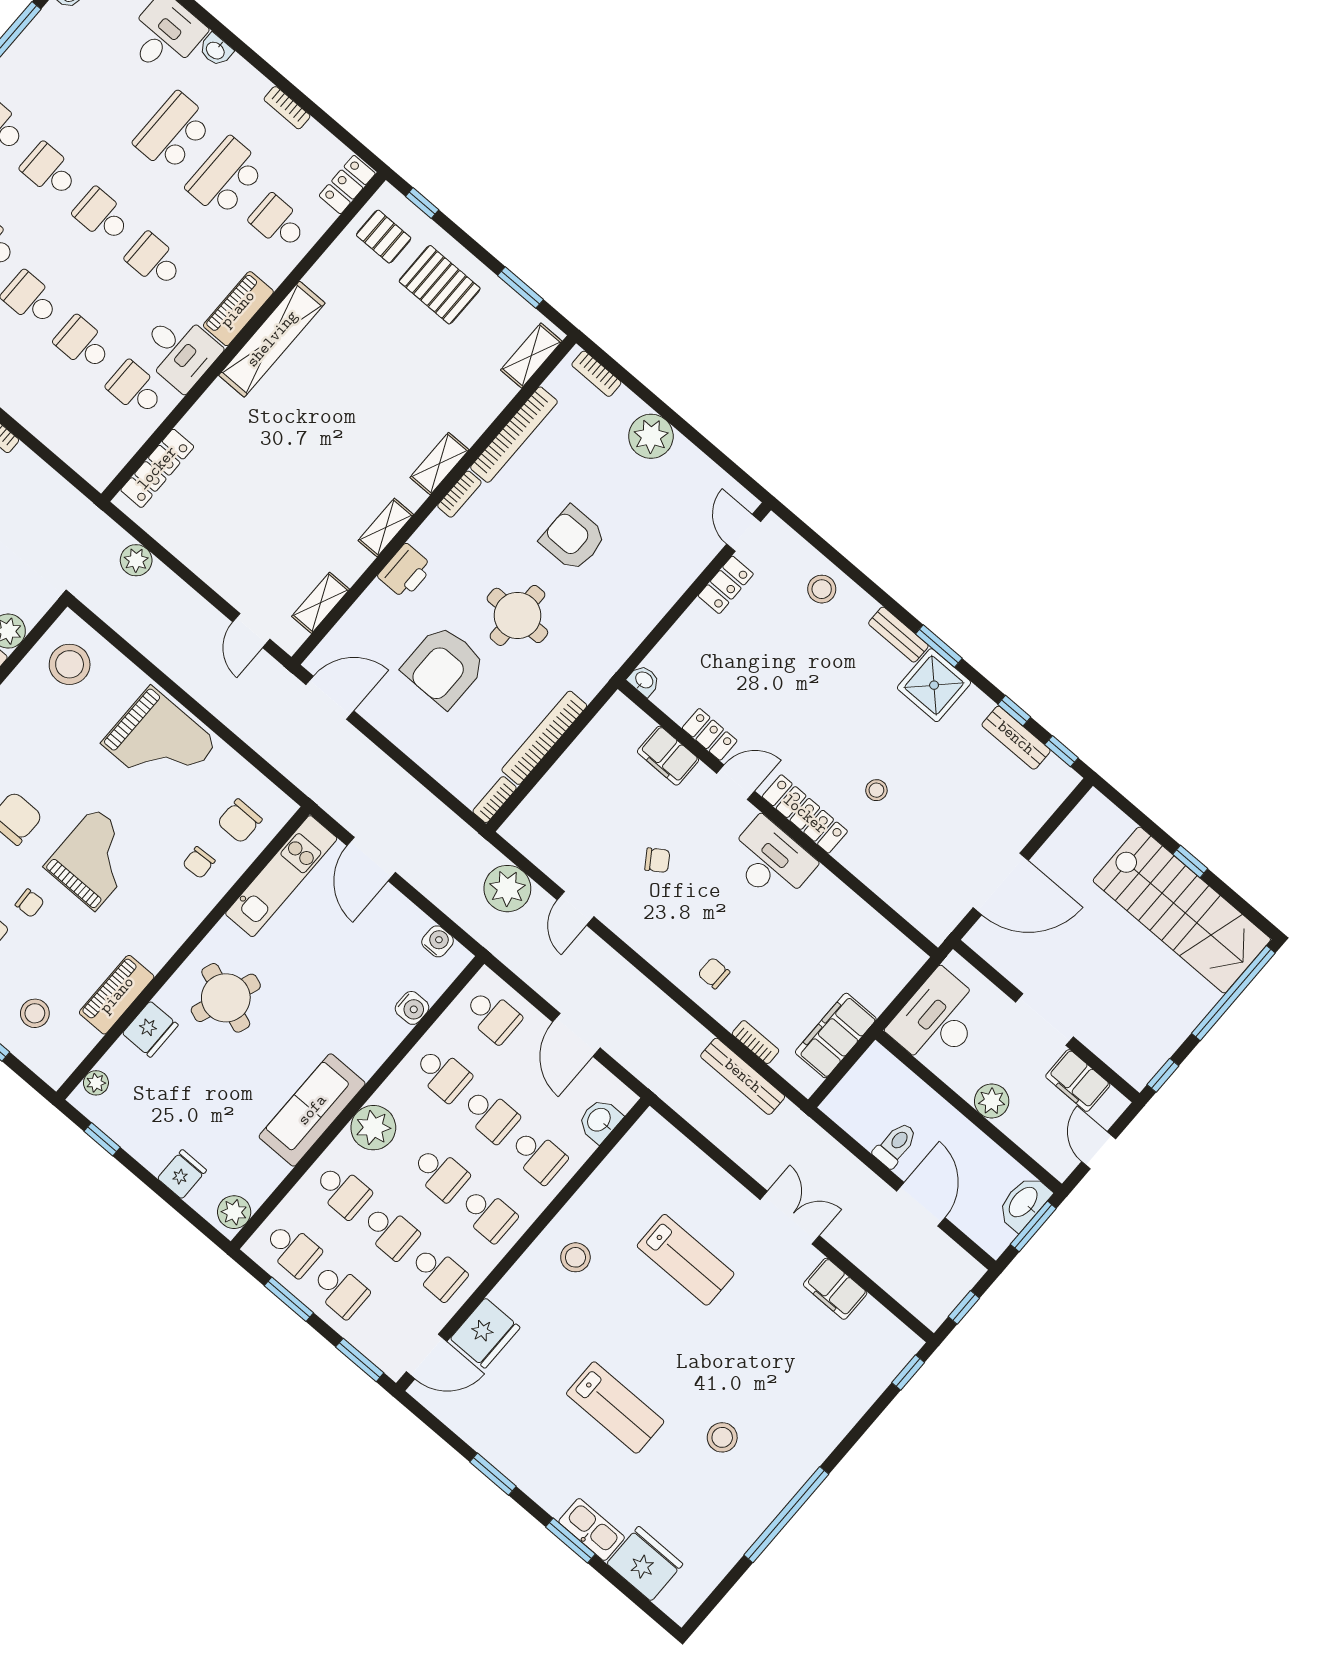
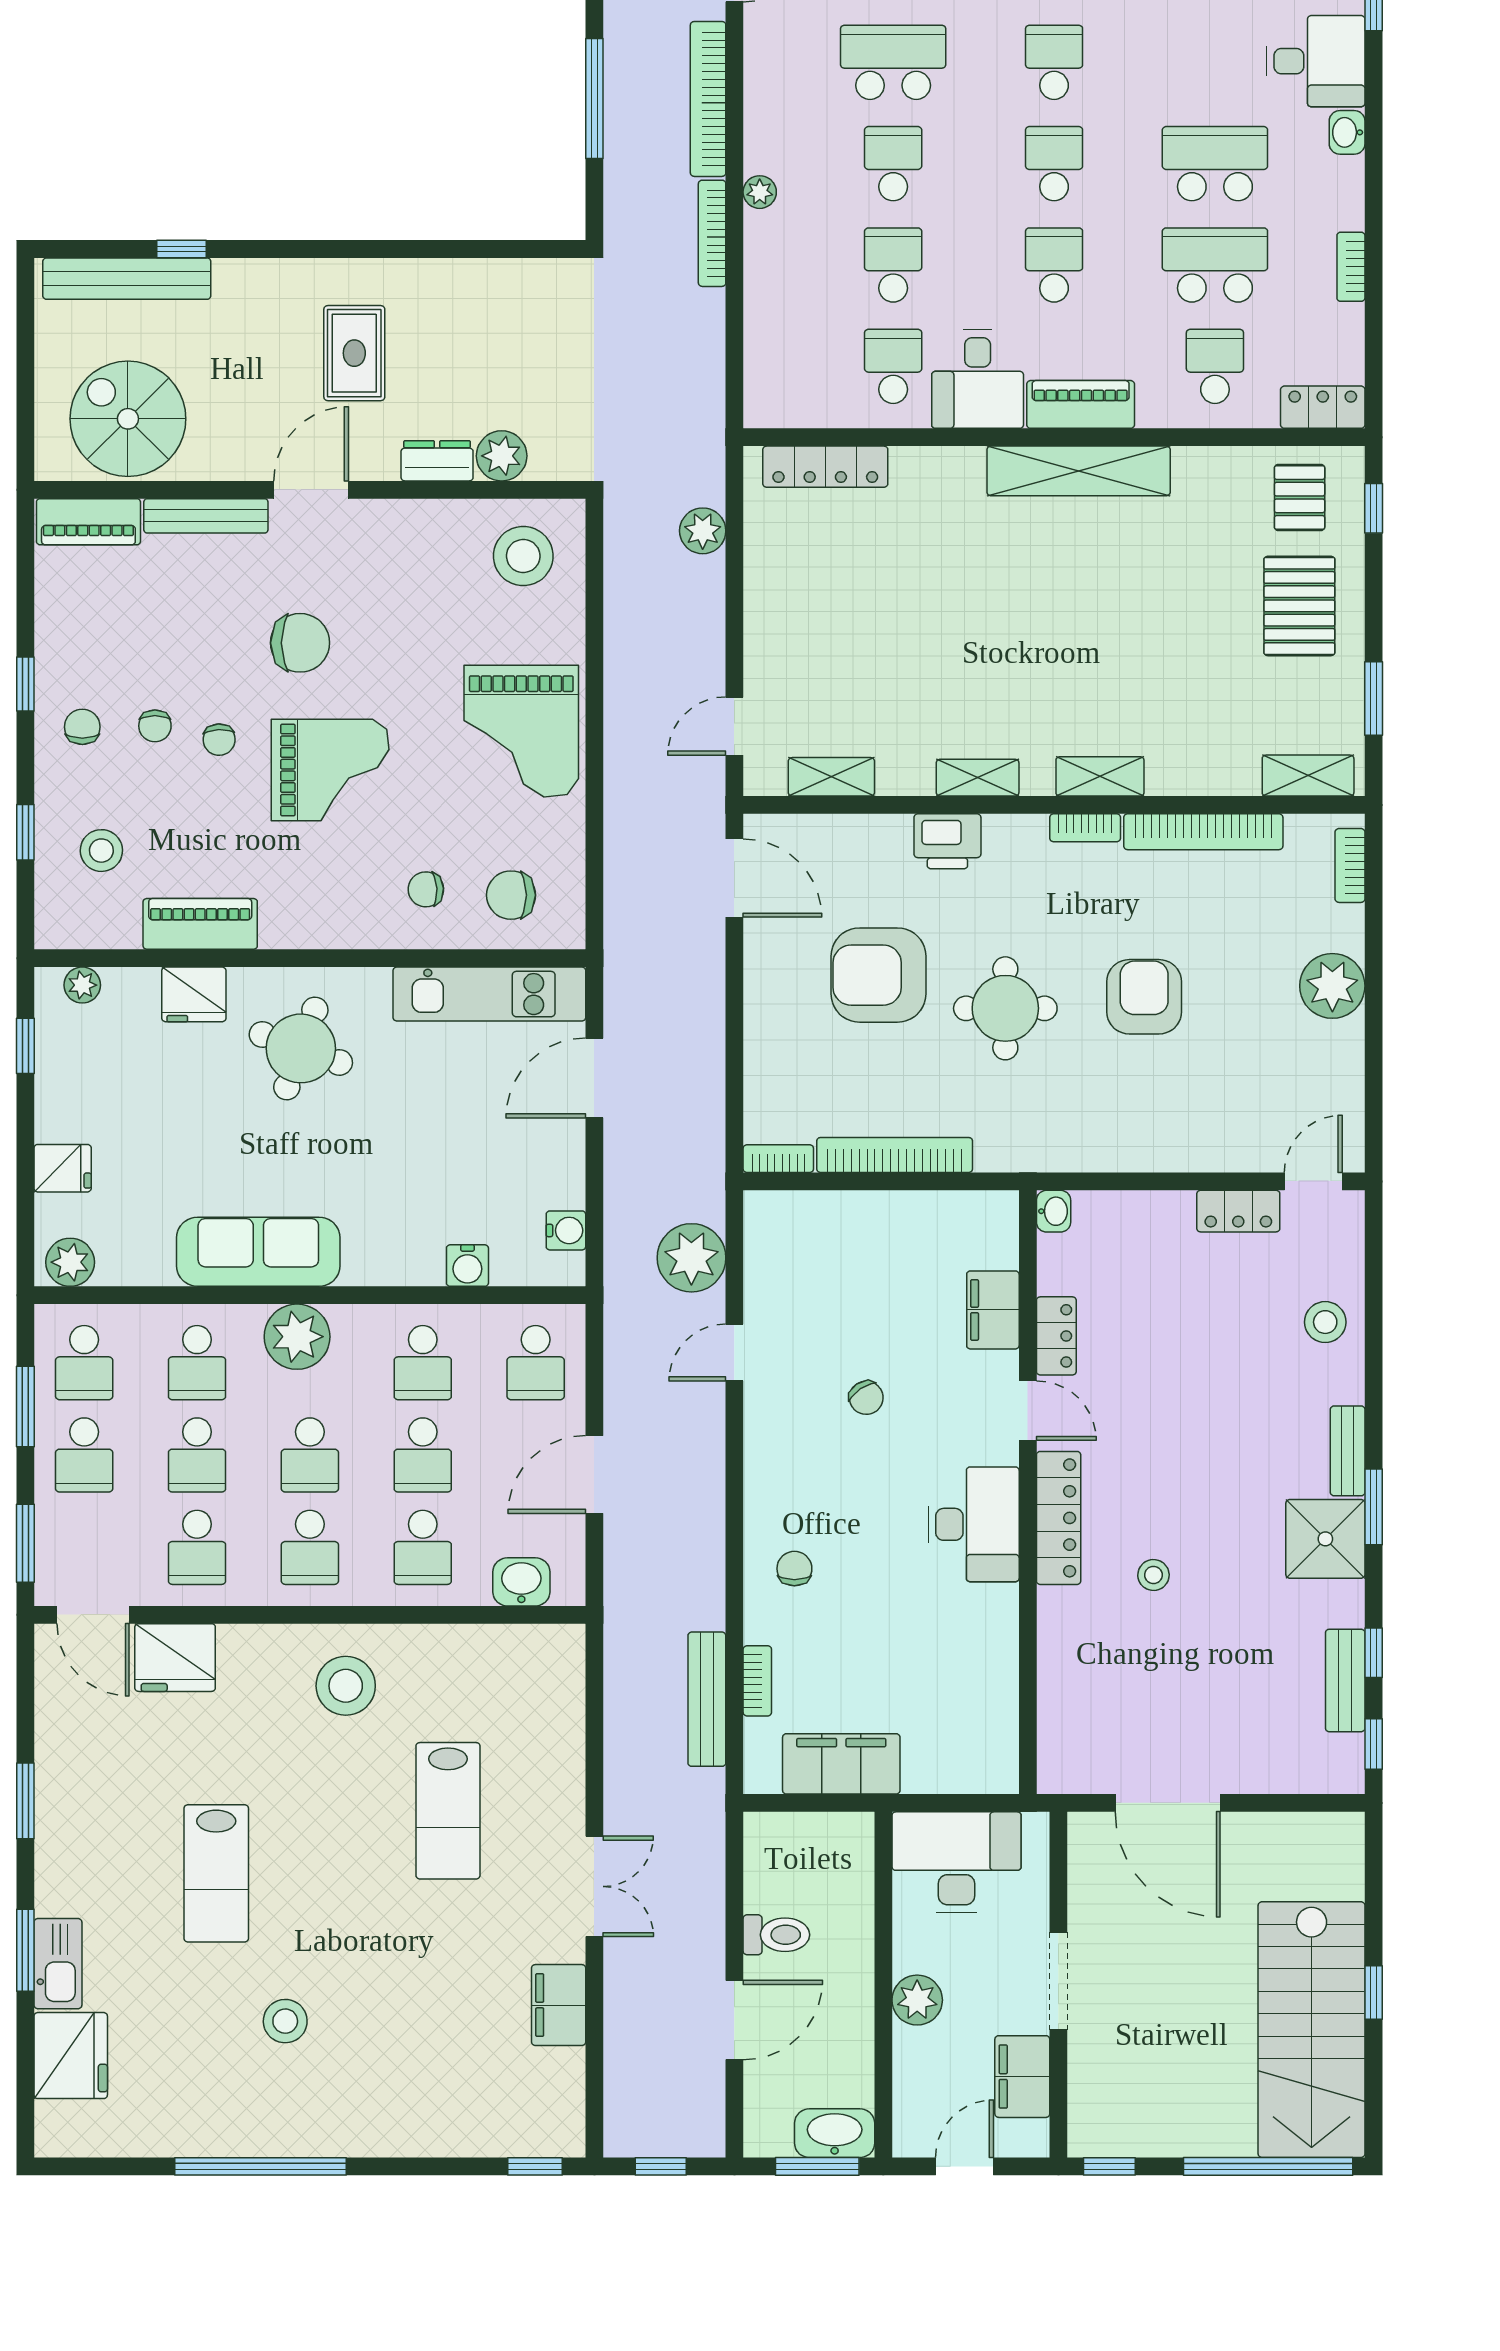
stool: (575, 1257) -> (346, 1686), width x1.38, depth x1.38

